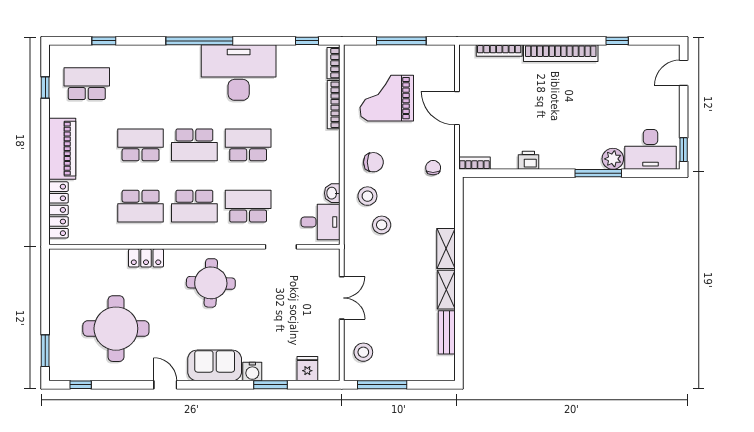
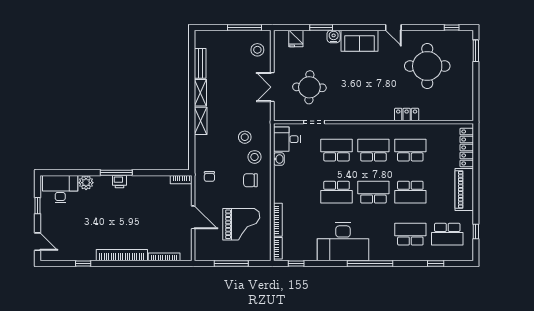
door: (684, 73) -> (37, 242), hinge flipped
school desk: (141, 84) -> (410, 234), added
window: (684, 150) -> (37, 206), moved
printer: (528, 160) -> (120, 182), moved
window: (598, 173) -> (116, 173), moved
school desk: (248, 206) -> (336, 150), turned 180
round table: (211, 283) -> (309, 87), moved

